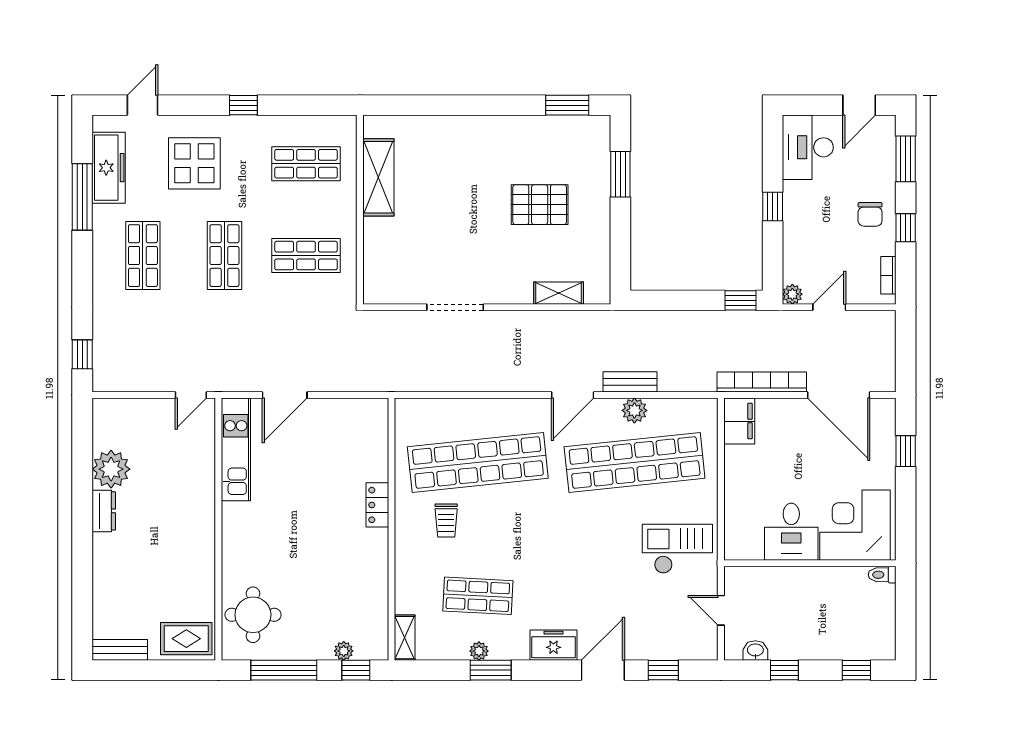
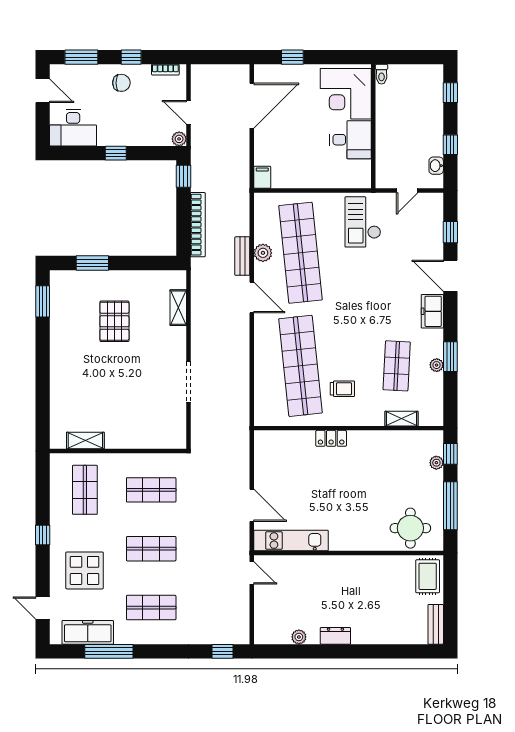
shelving: (378, 177) -> (85, 441), width x0.67, depth x0.75
shop shelf: (306, 256) -> (151, 490), turned 90
bookcase: (762, 382) -> (198, 225), moved, turned 180
filing cabinet: (739, 421) -> (262, 177), width x0.50
plant: (111, 469) -> (299, 637), width x0.53, depth x0.53
shelving: (405, 638) -> (401, 419), moved

